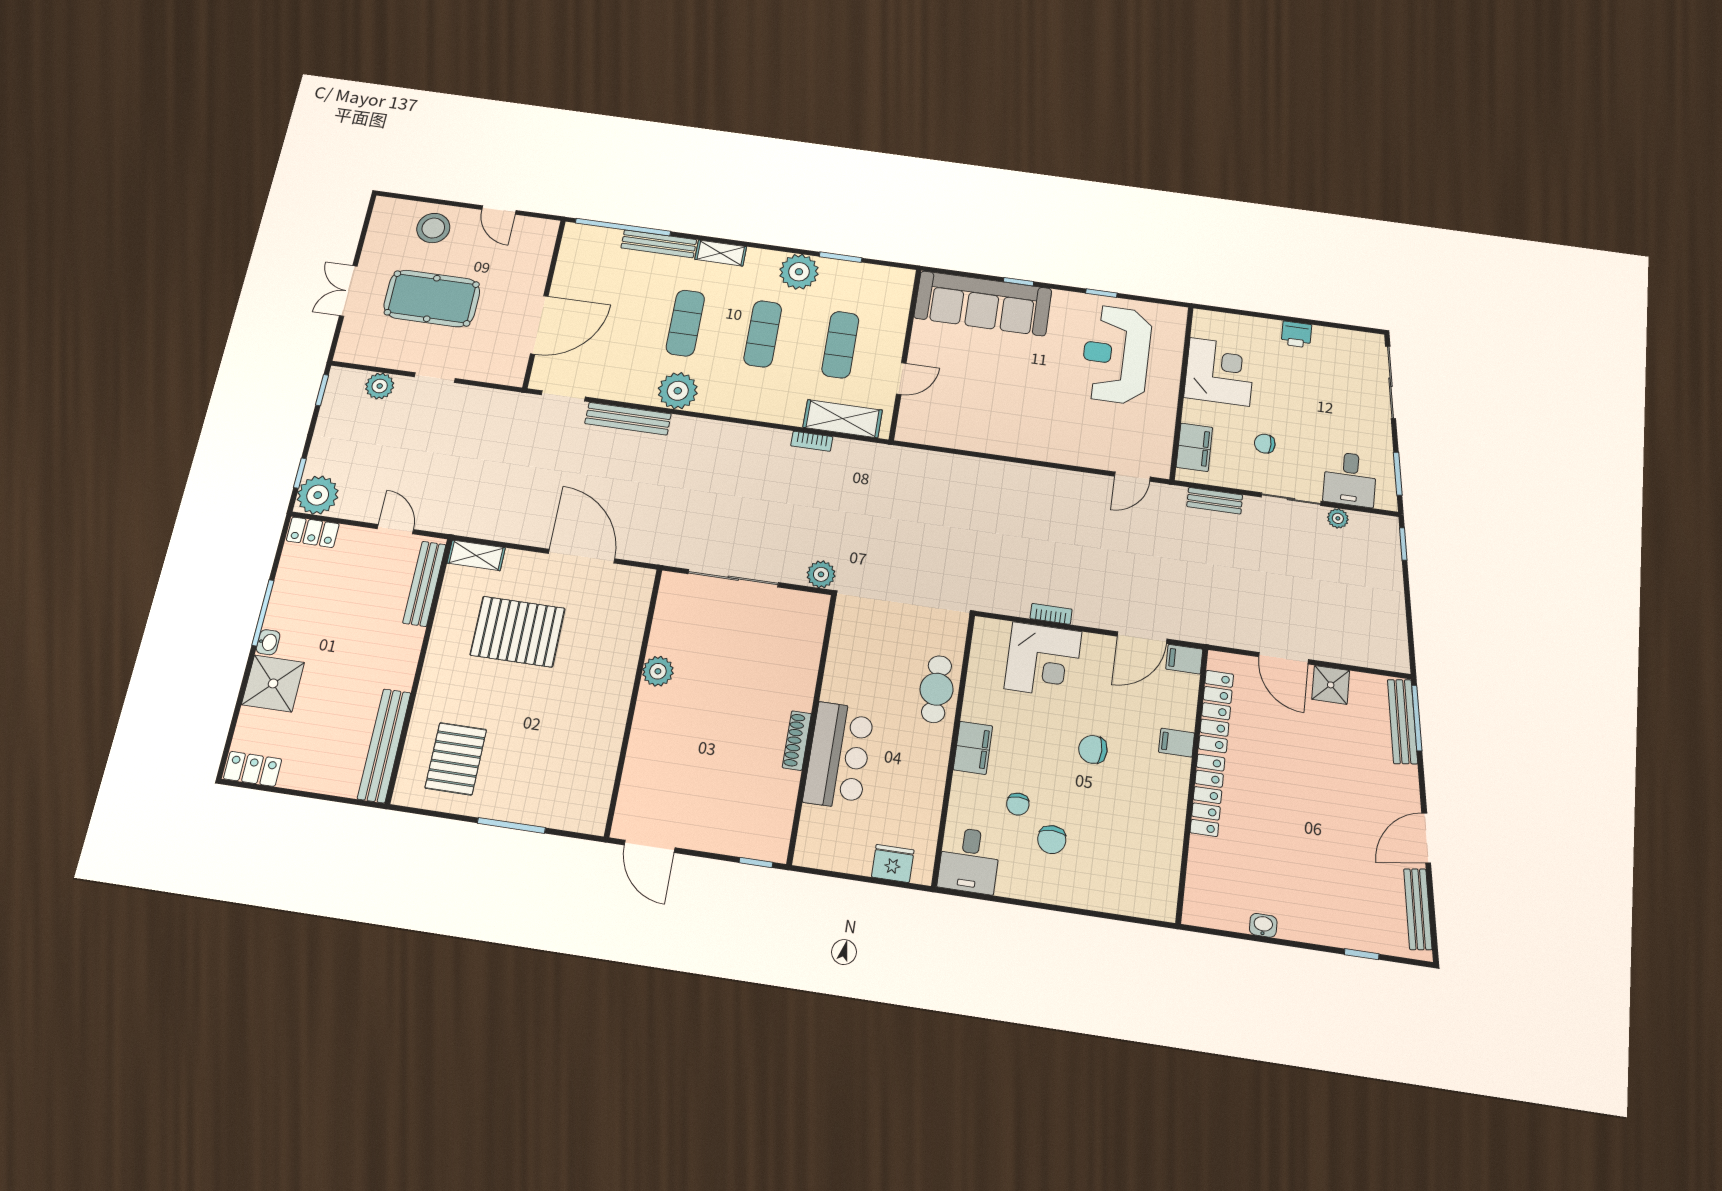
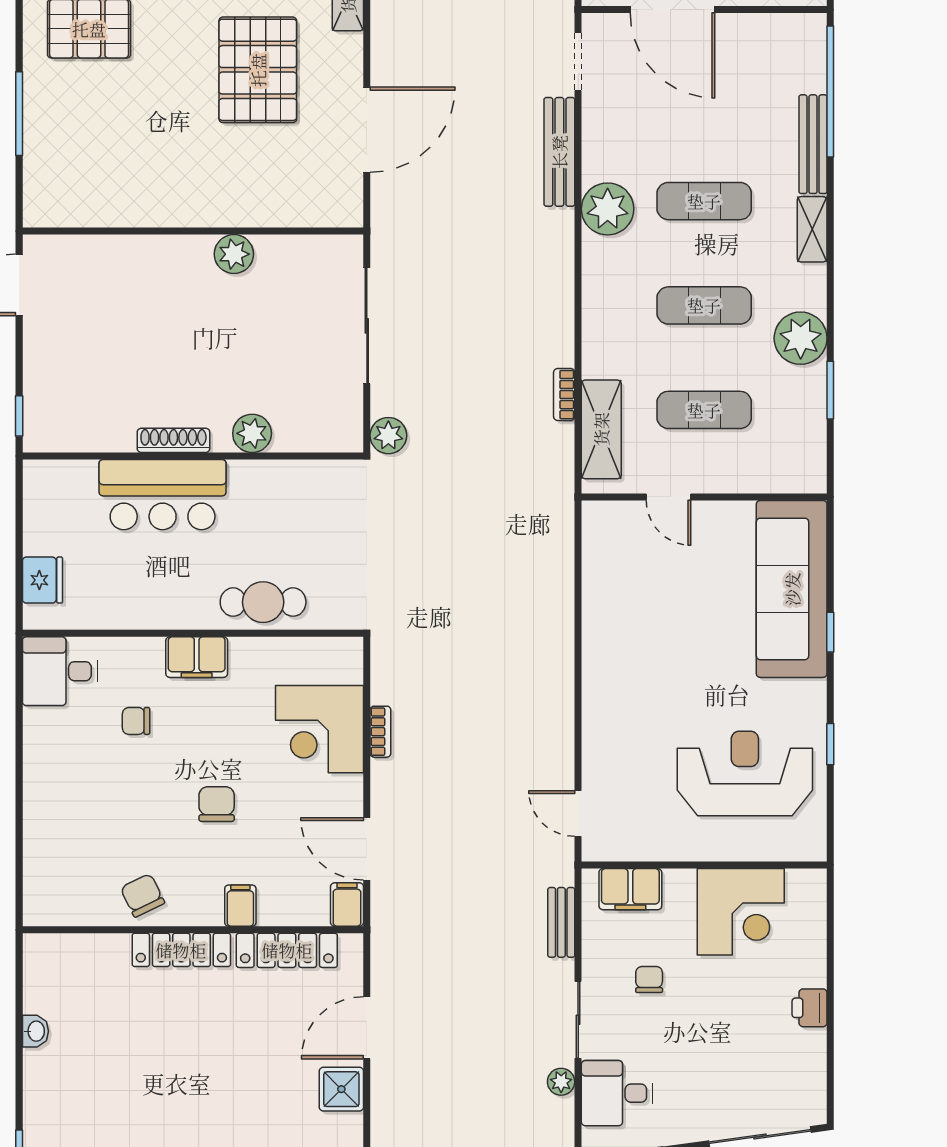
plant: (802, 678) -> (252, 433), added
chair: (1052, 840) -> (142, 895), moved, turned 64

